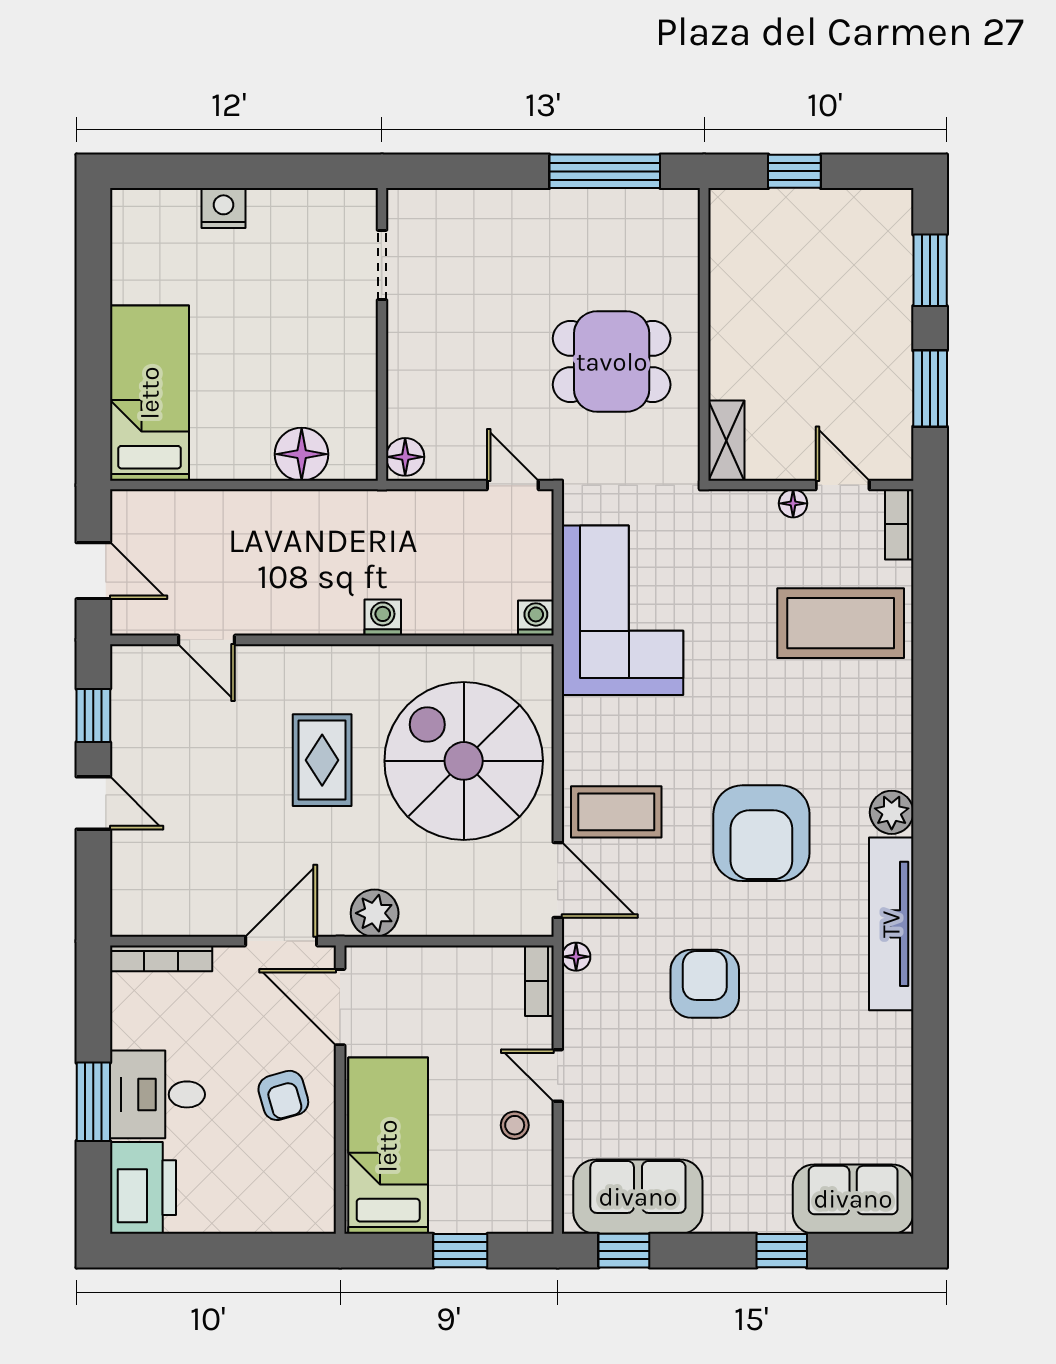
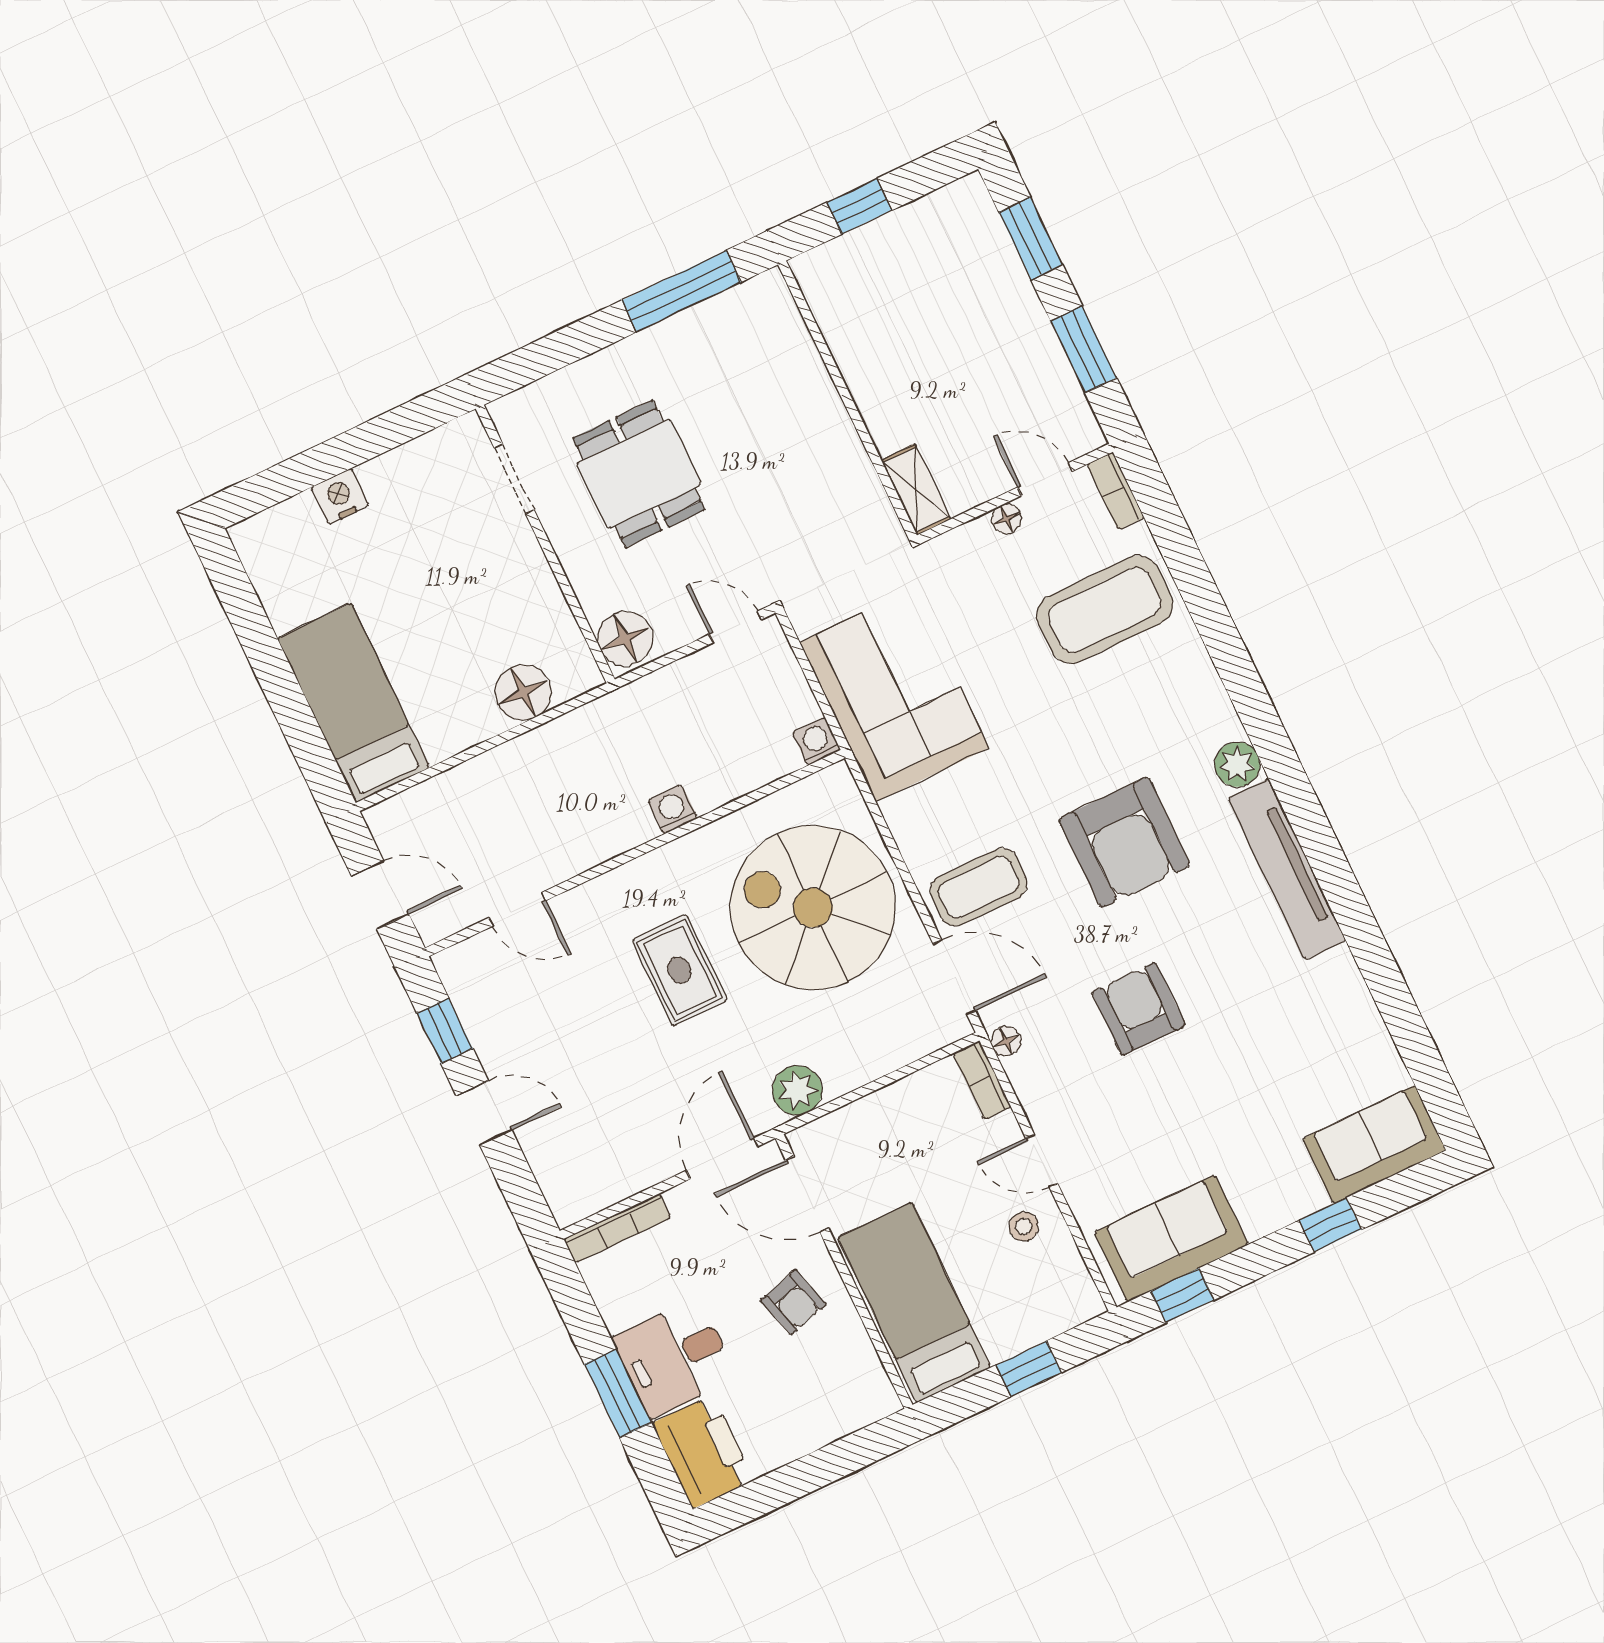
dining table: (612, 362) -> (639, 474), moved, turned 90
floor lamp: (405, 457) -> (625, 639), width x1.38, depth x1.38

